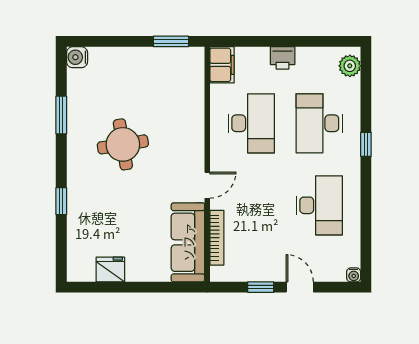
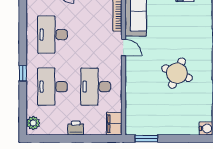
desk: (319, 123) -> (52, 87), turned 180
round table: (123, 144) -> (177, 73), turned 31
door: (207, 185) -> (123, 47), swing flipped

